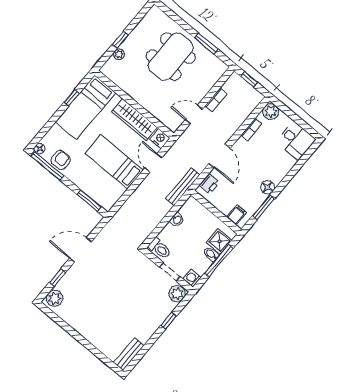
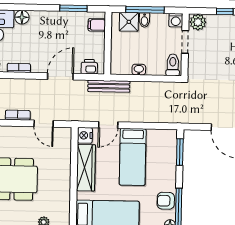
floor lamp: (268, 187) -> (22, 17), moved

